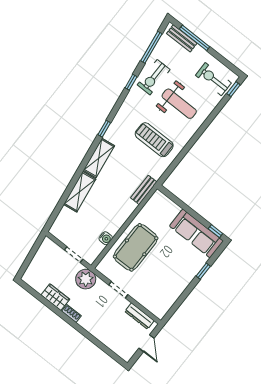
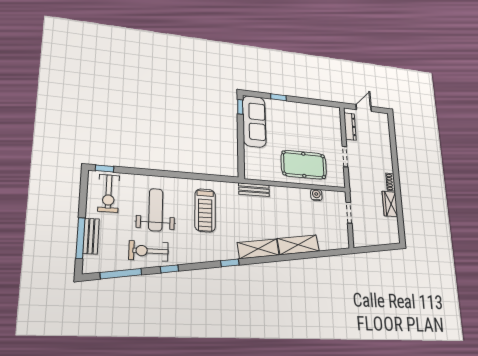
bench: (182, 38) -> (91, 236), moved
exercise bike: (154, 77) -> (149, 251), turned 180
plant: (86, 279) -> (358, 189), removed

